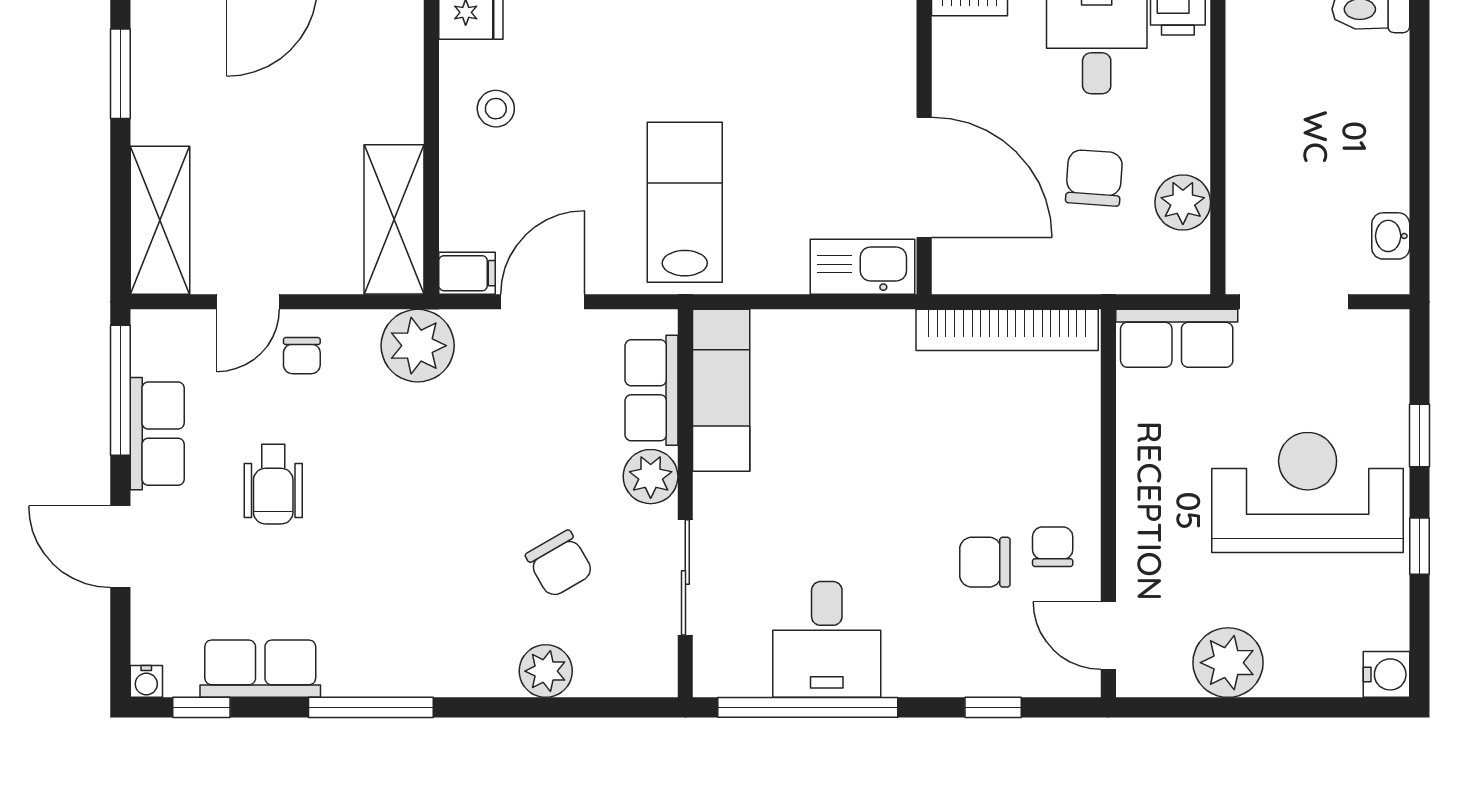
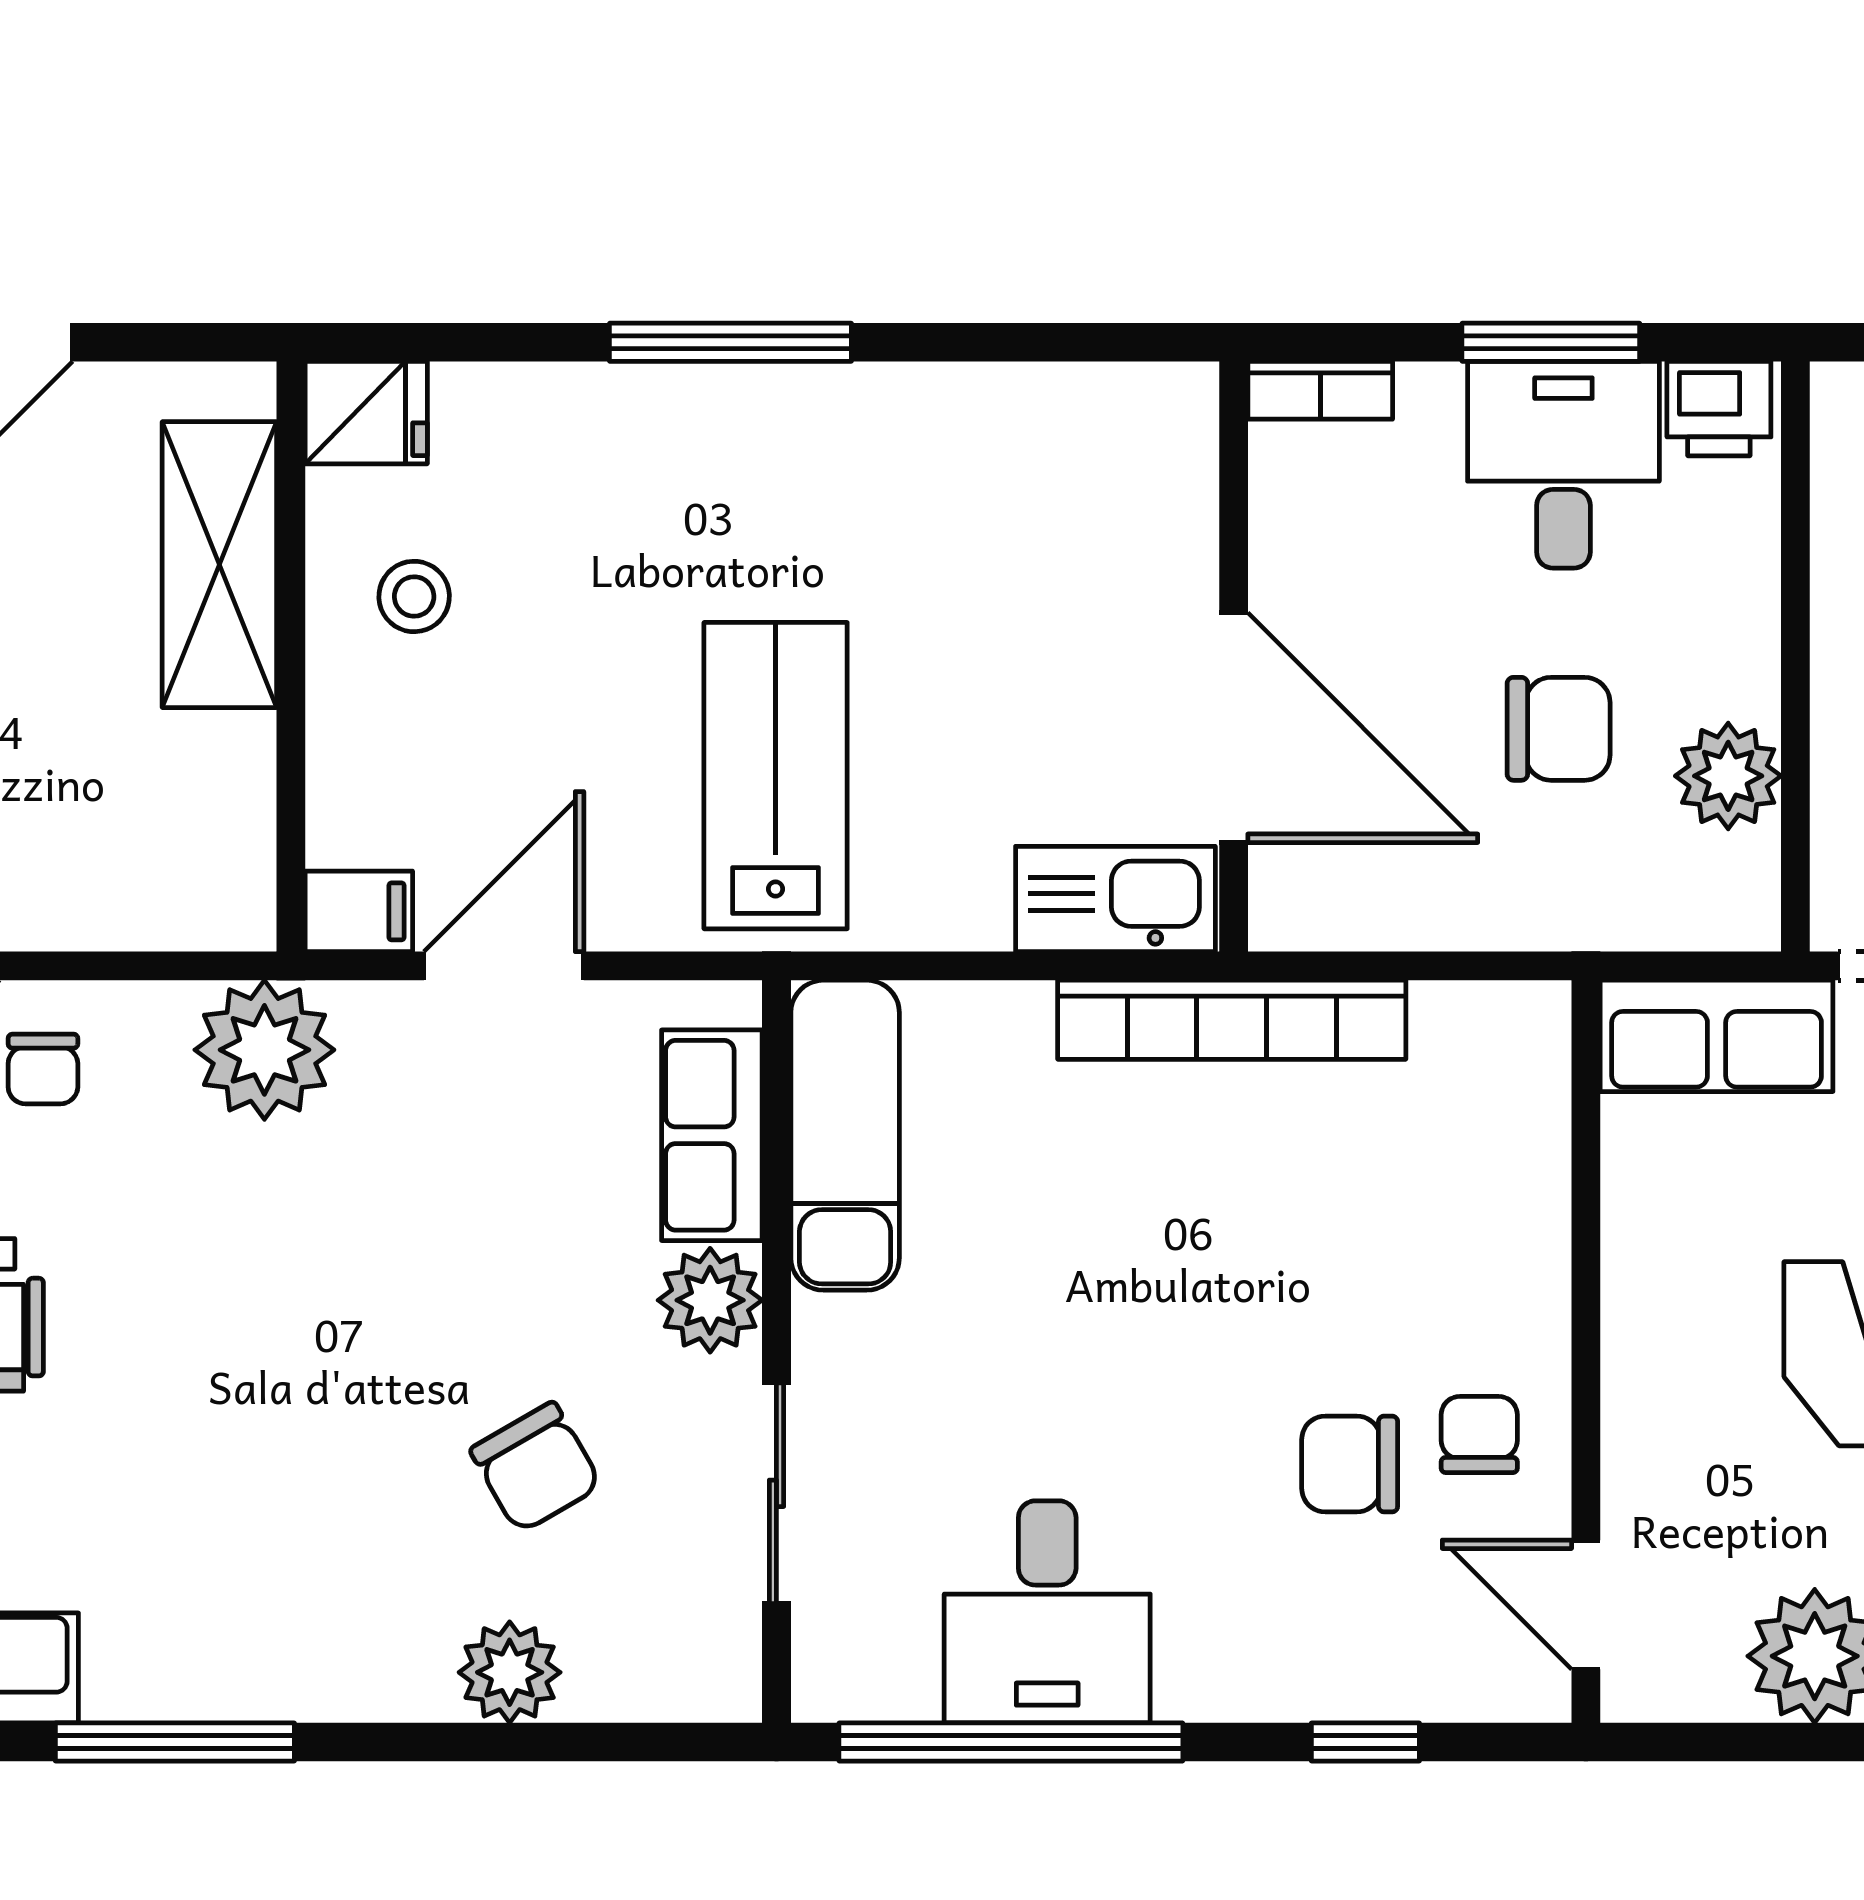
chair: (1094, 178) -> (1559, 729), turned 86
shelving: (394, 219) -> (219, 565), moved
bookcase: (1007, 330) -> (1232, 1020), moved

